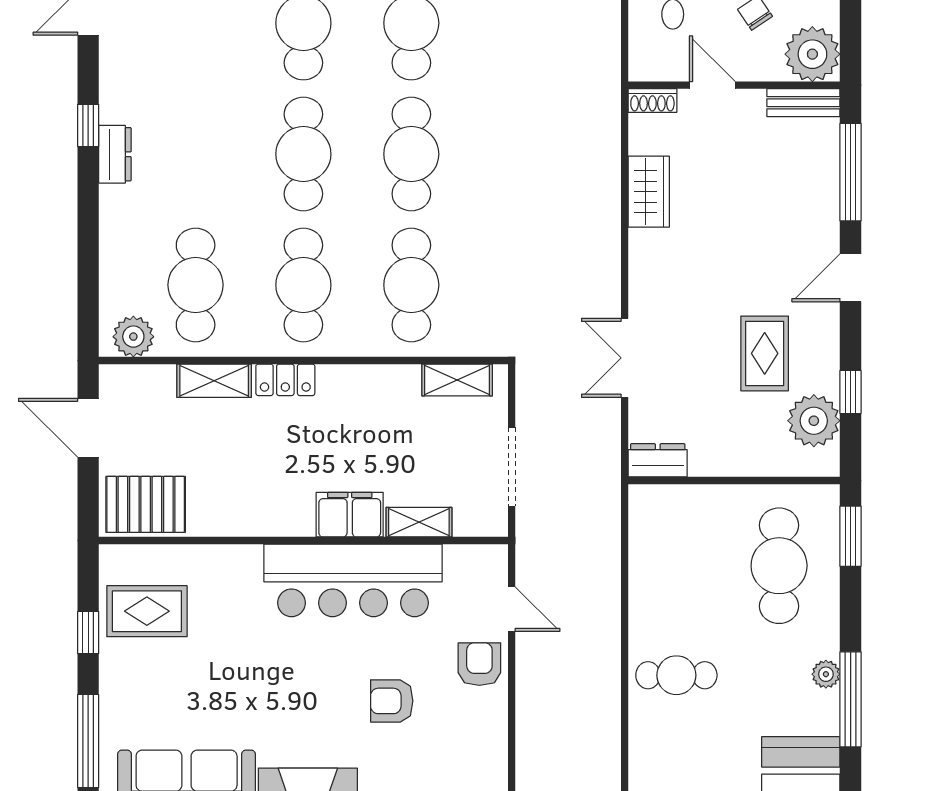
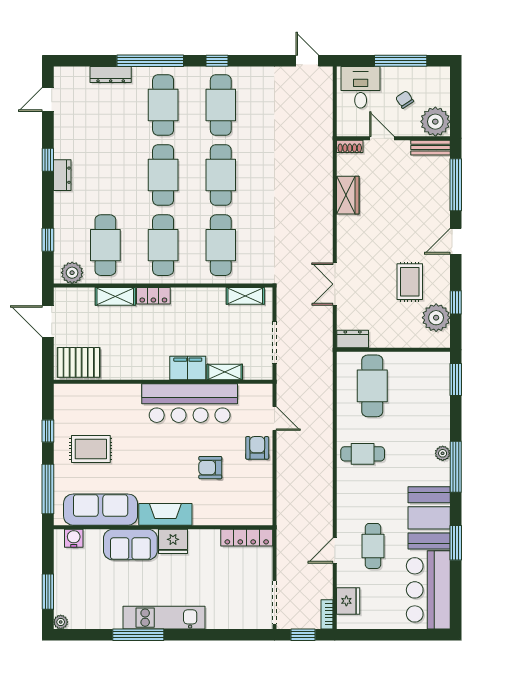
window: (88, 275) -> (48, 240), added
cafe table: (779, 566) -> (372, 386), moved
rug: (147, 611) -> (91, 449), moved

